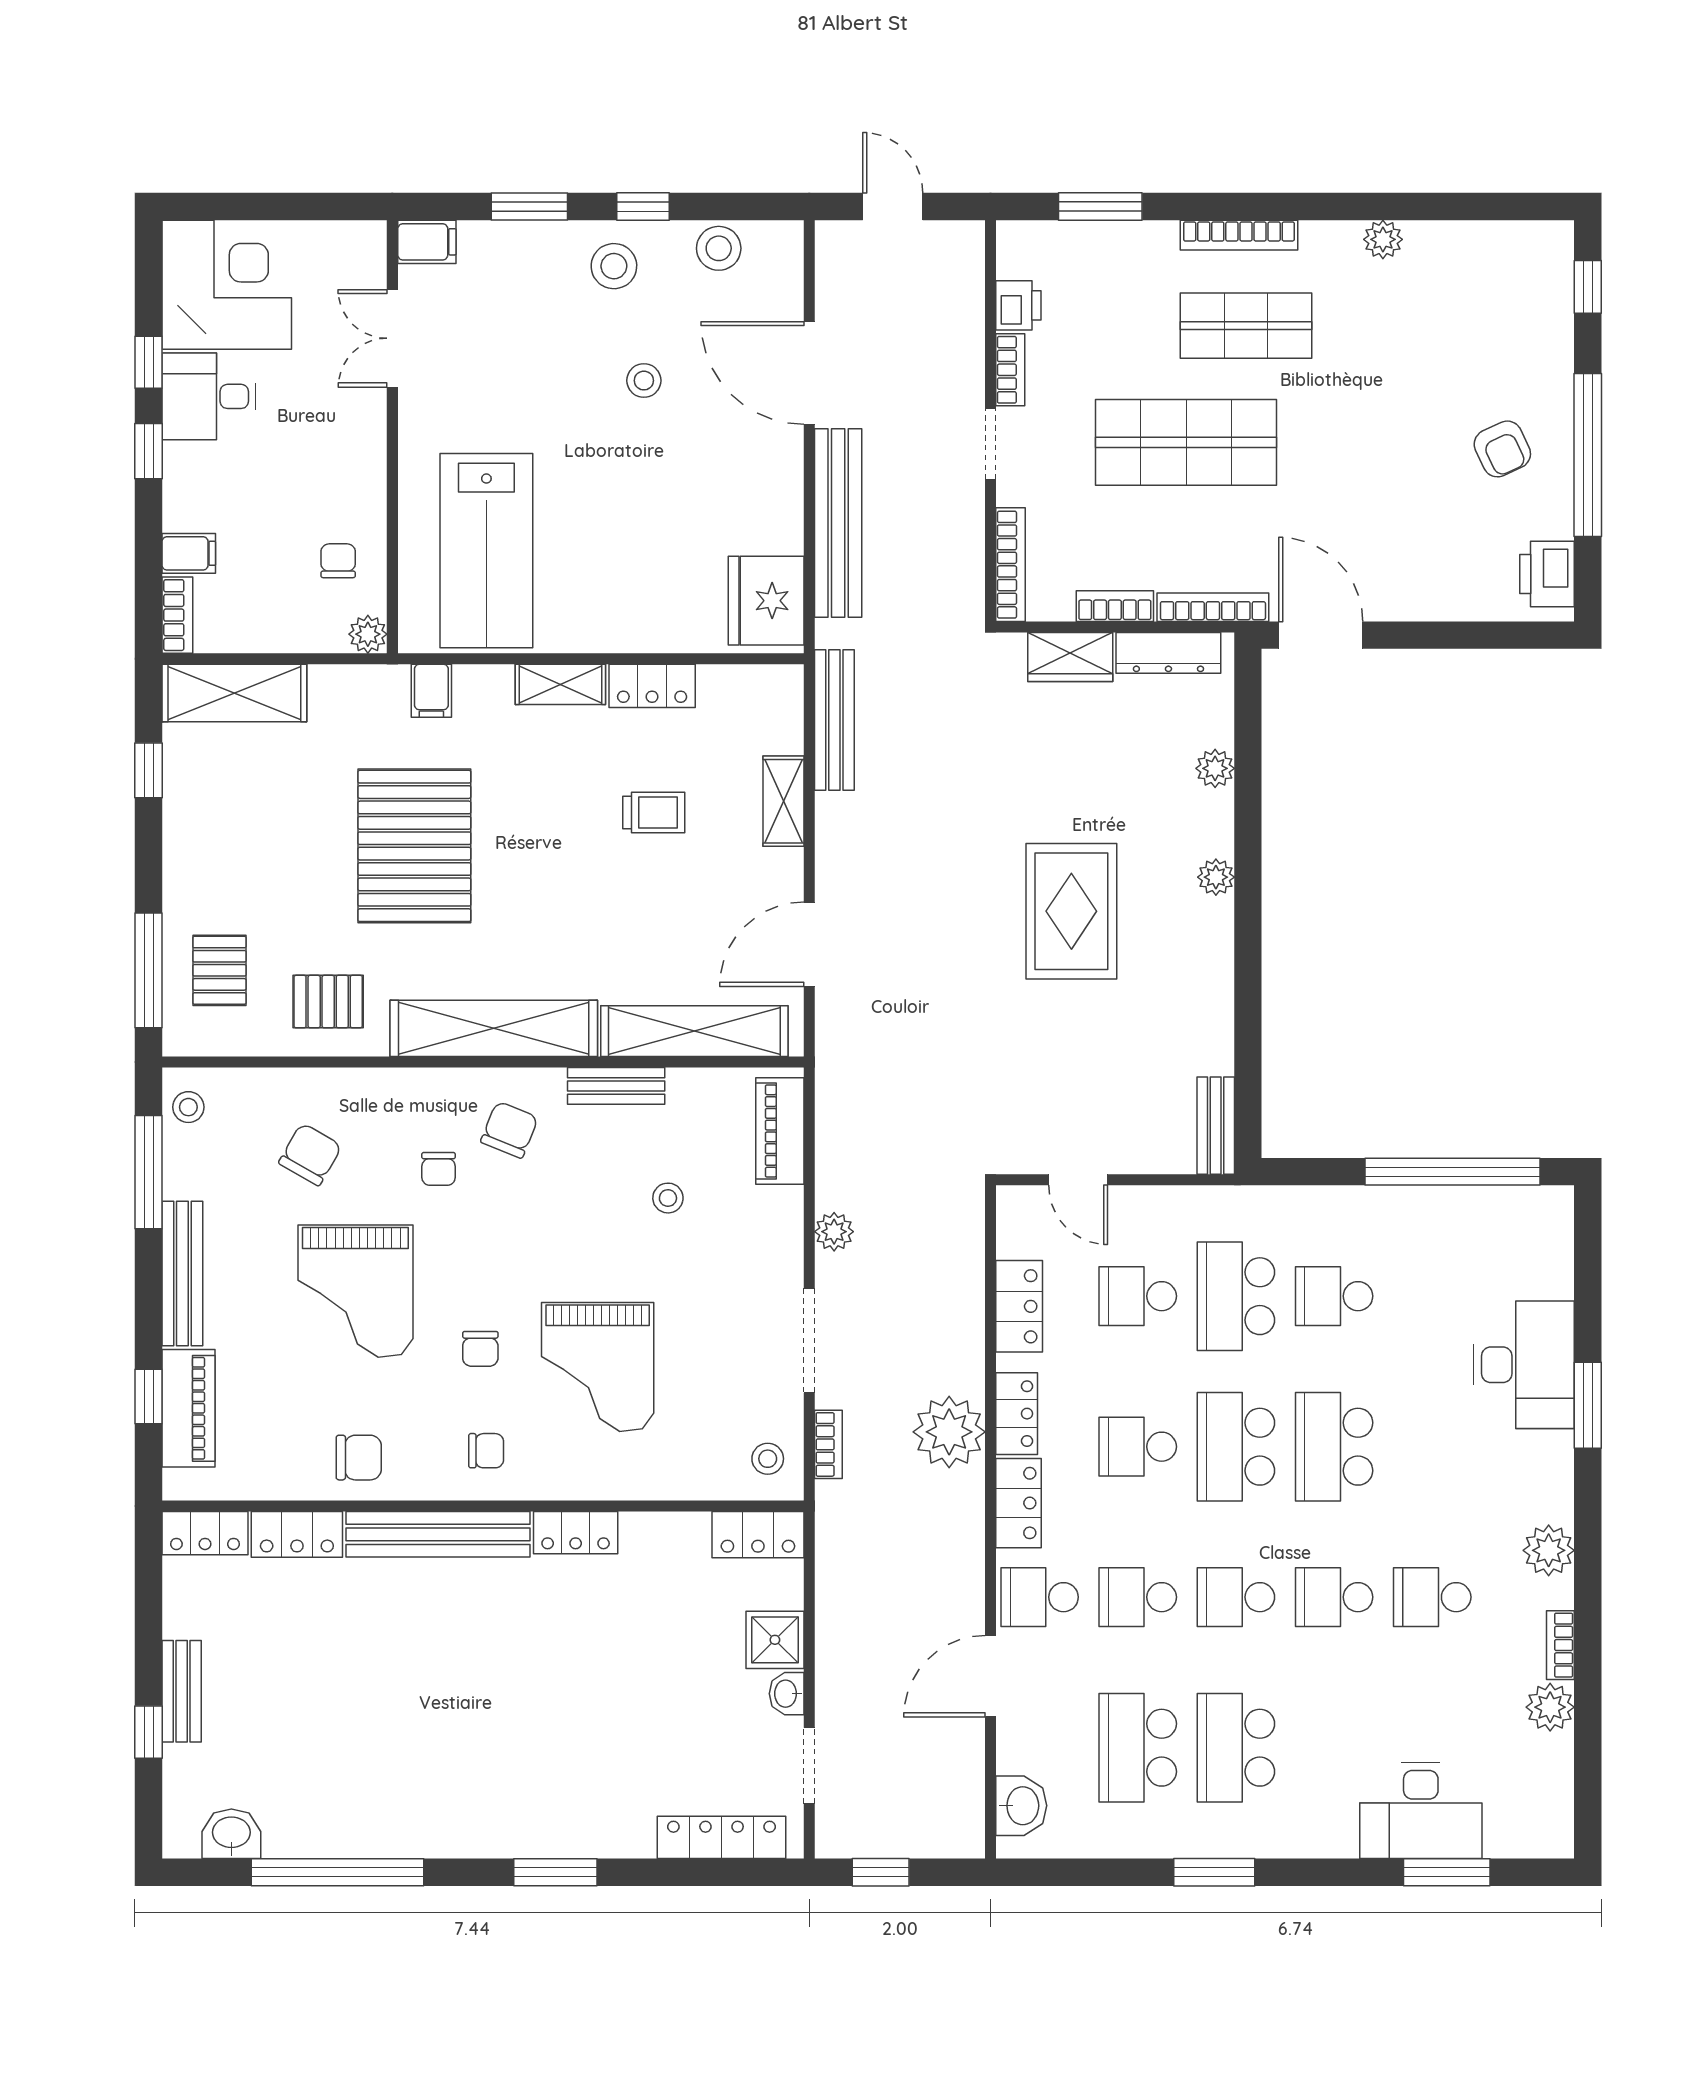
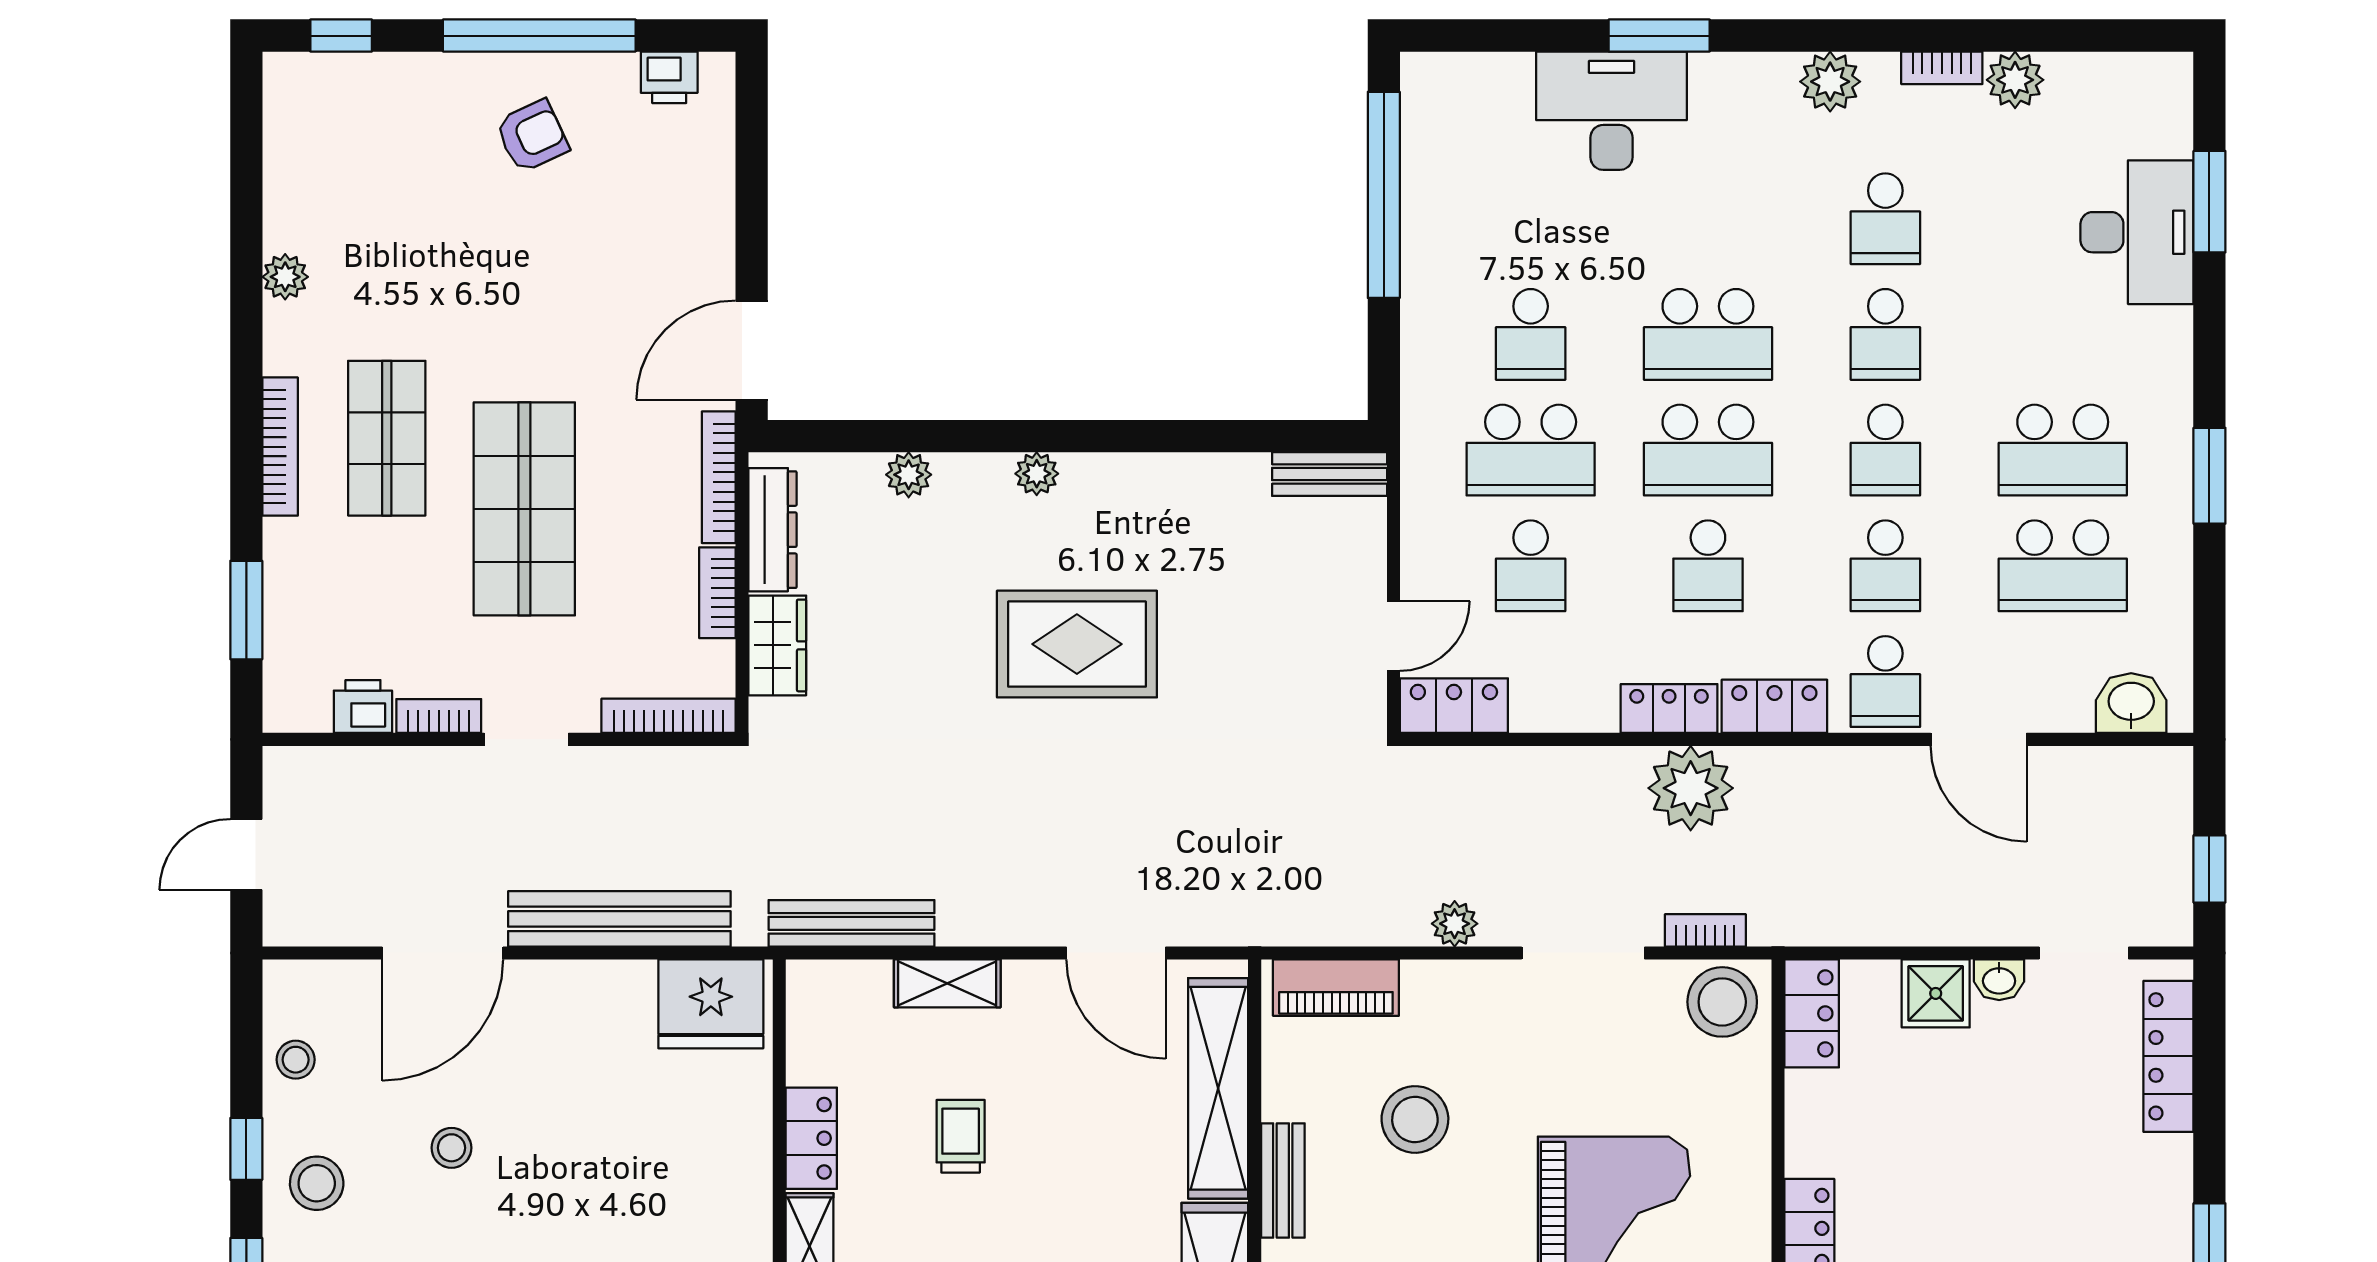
stool: (719, 248) -> (296, 1060), width x0.73, depth x0.73
printer: (1547, 574) -> (669, 77), width x0.73, depth x0.81
stool: (668, 1198) -> (1415, 1119), width x1.89, depth x1.89
locker: (1019, 1306) -> (1454, 706), moved
stool: (768, 1459) -> (1722, 1002), width x1.89, depth x1.89

